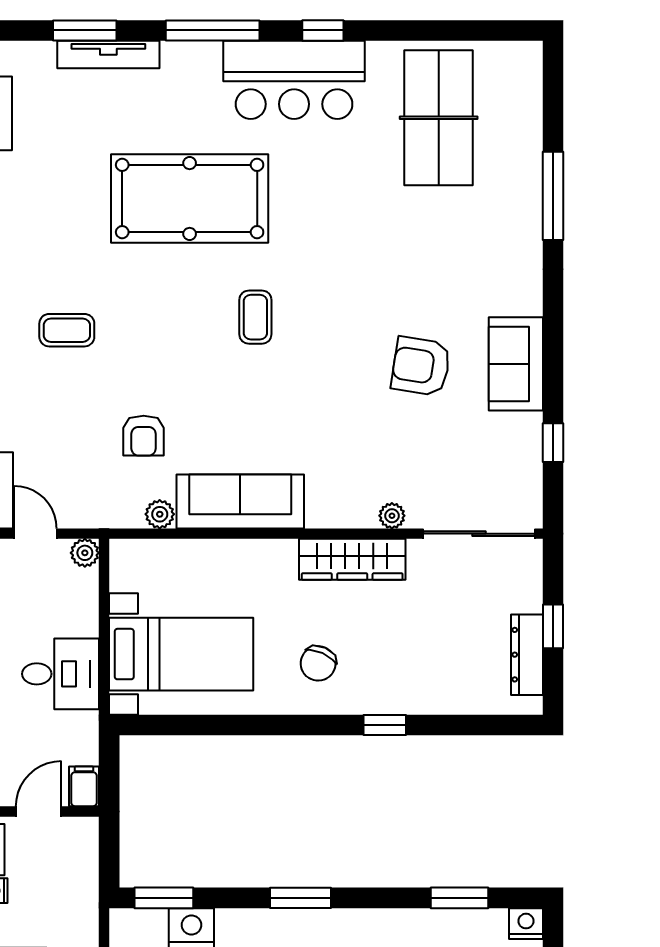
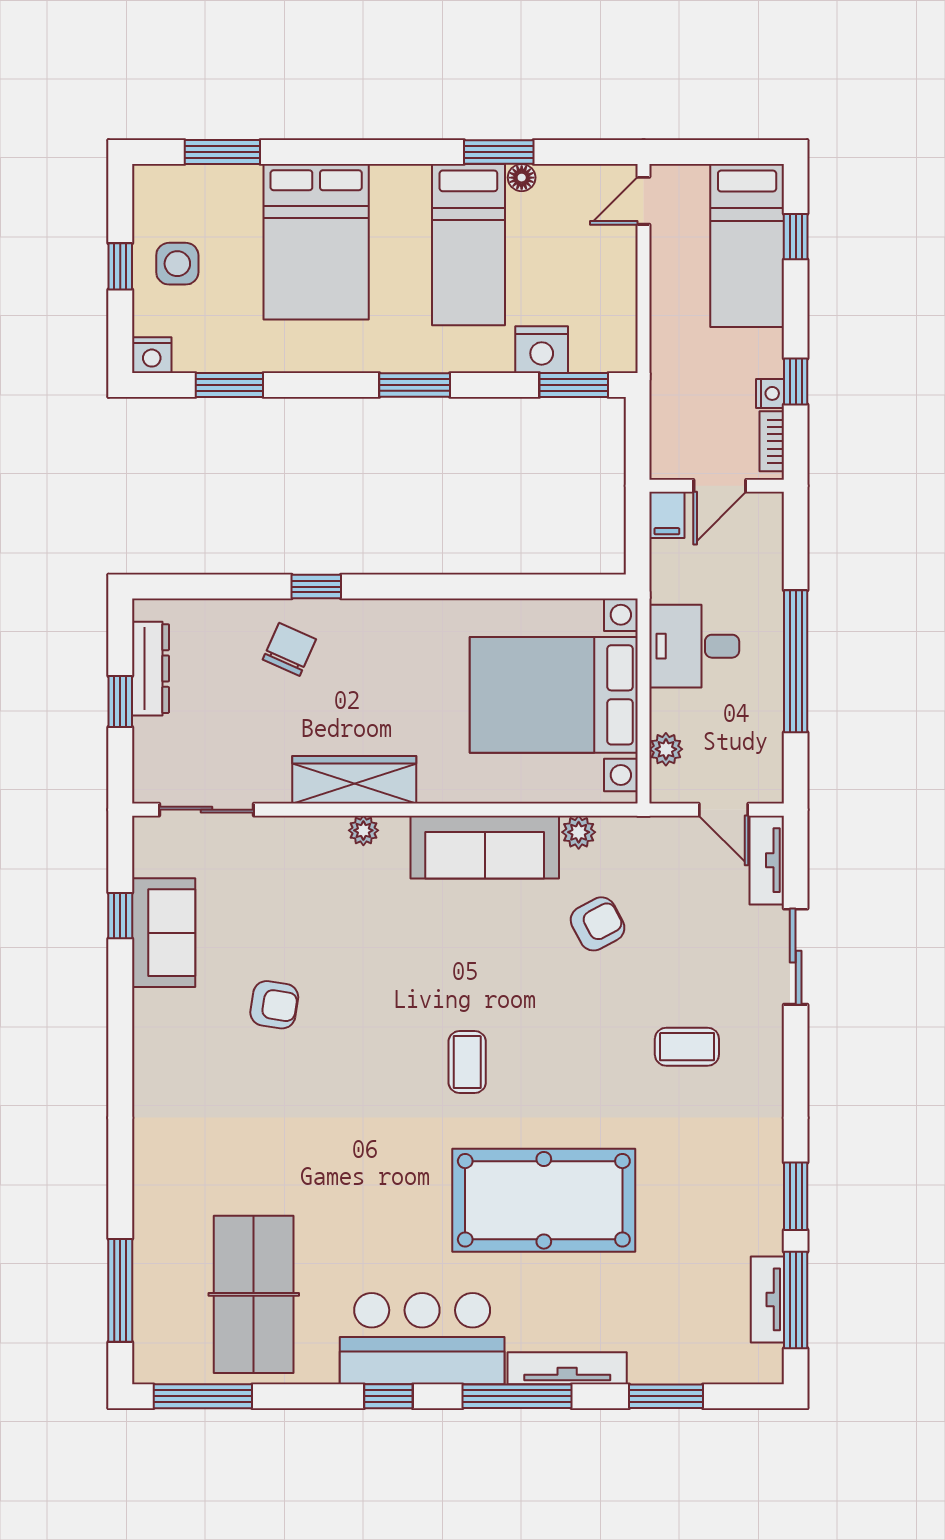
window: (482, 30) -> (203, 1396), added
tv unit: (108, 54) -> (567, 1368), moved
window: (553, 196) -> (120, 1290), moved
sofa: (516, 364) -> (164, 933), moved
armchair: (421, 366) -> (274, 1005), width x0.72, depth x0.72
armchair: (144, 436) -> (598, 924), turned 62
plant: (392, 516) -> (363, 830), moved
sliding door: (479, 534) -> (206, 810), width x0.73
plant: (85, 553) -> (666, 749), moved
bed with nightstands: (181, 654) -> (554, 695), width x1.36
chair: (318, 663) -> (289, 649), moved

